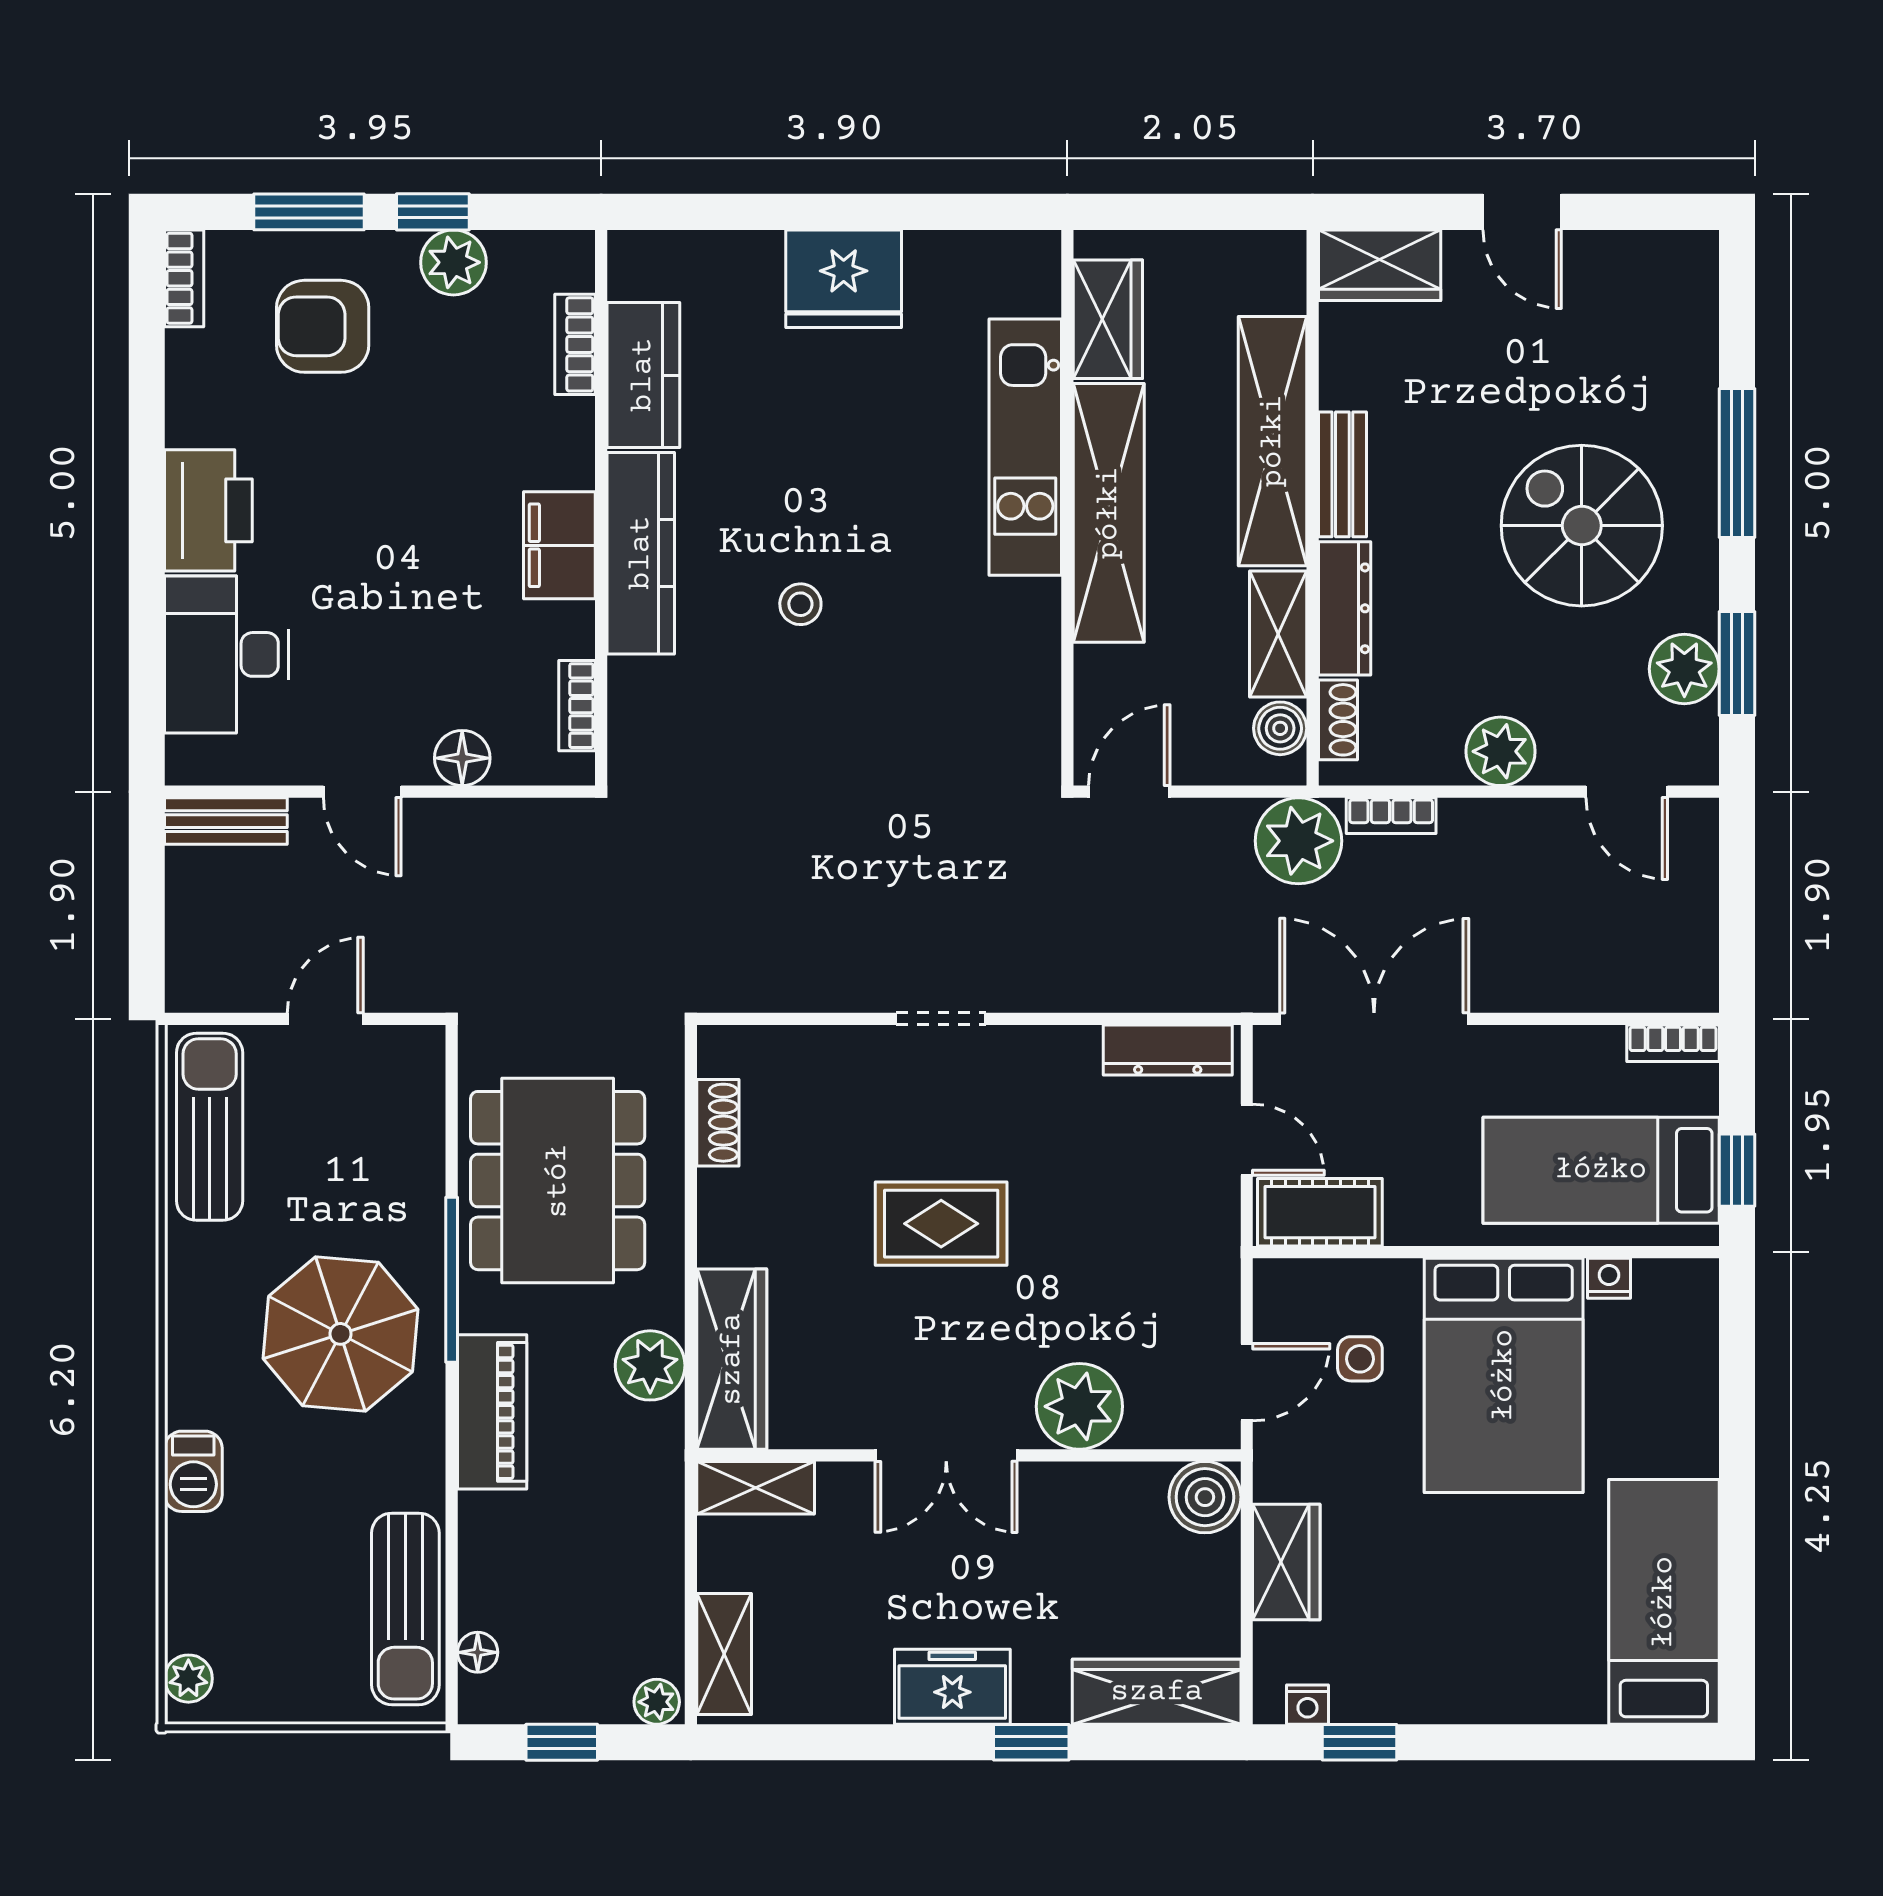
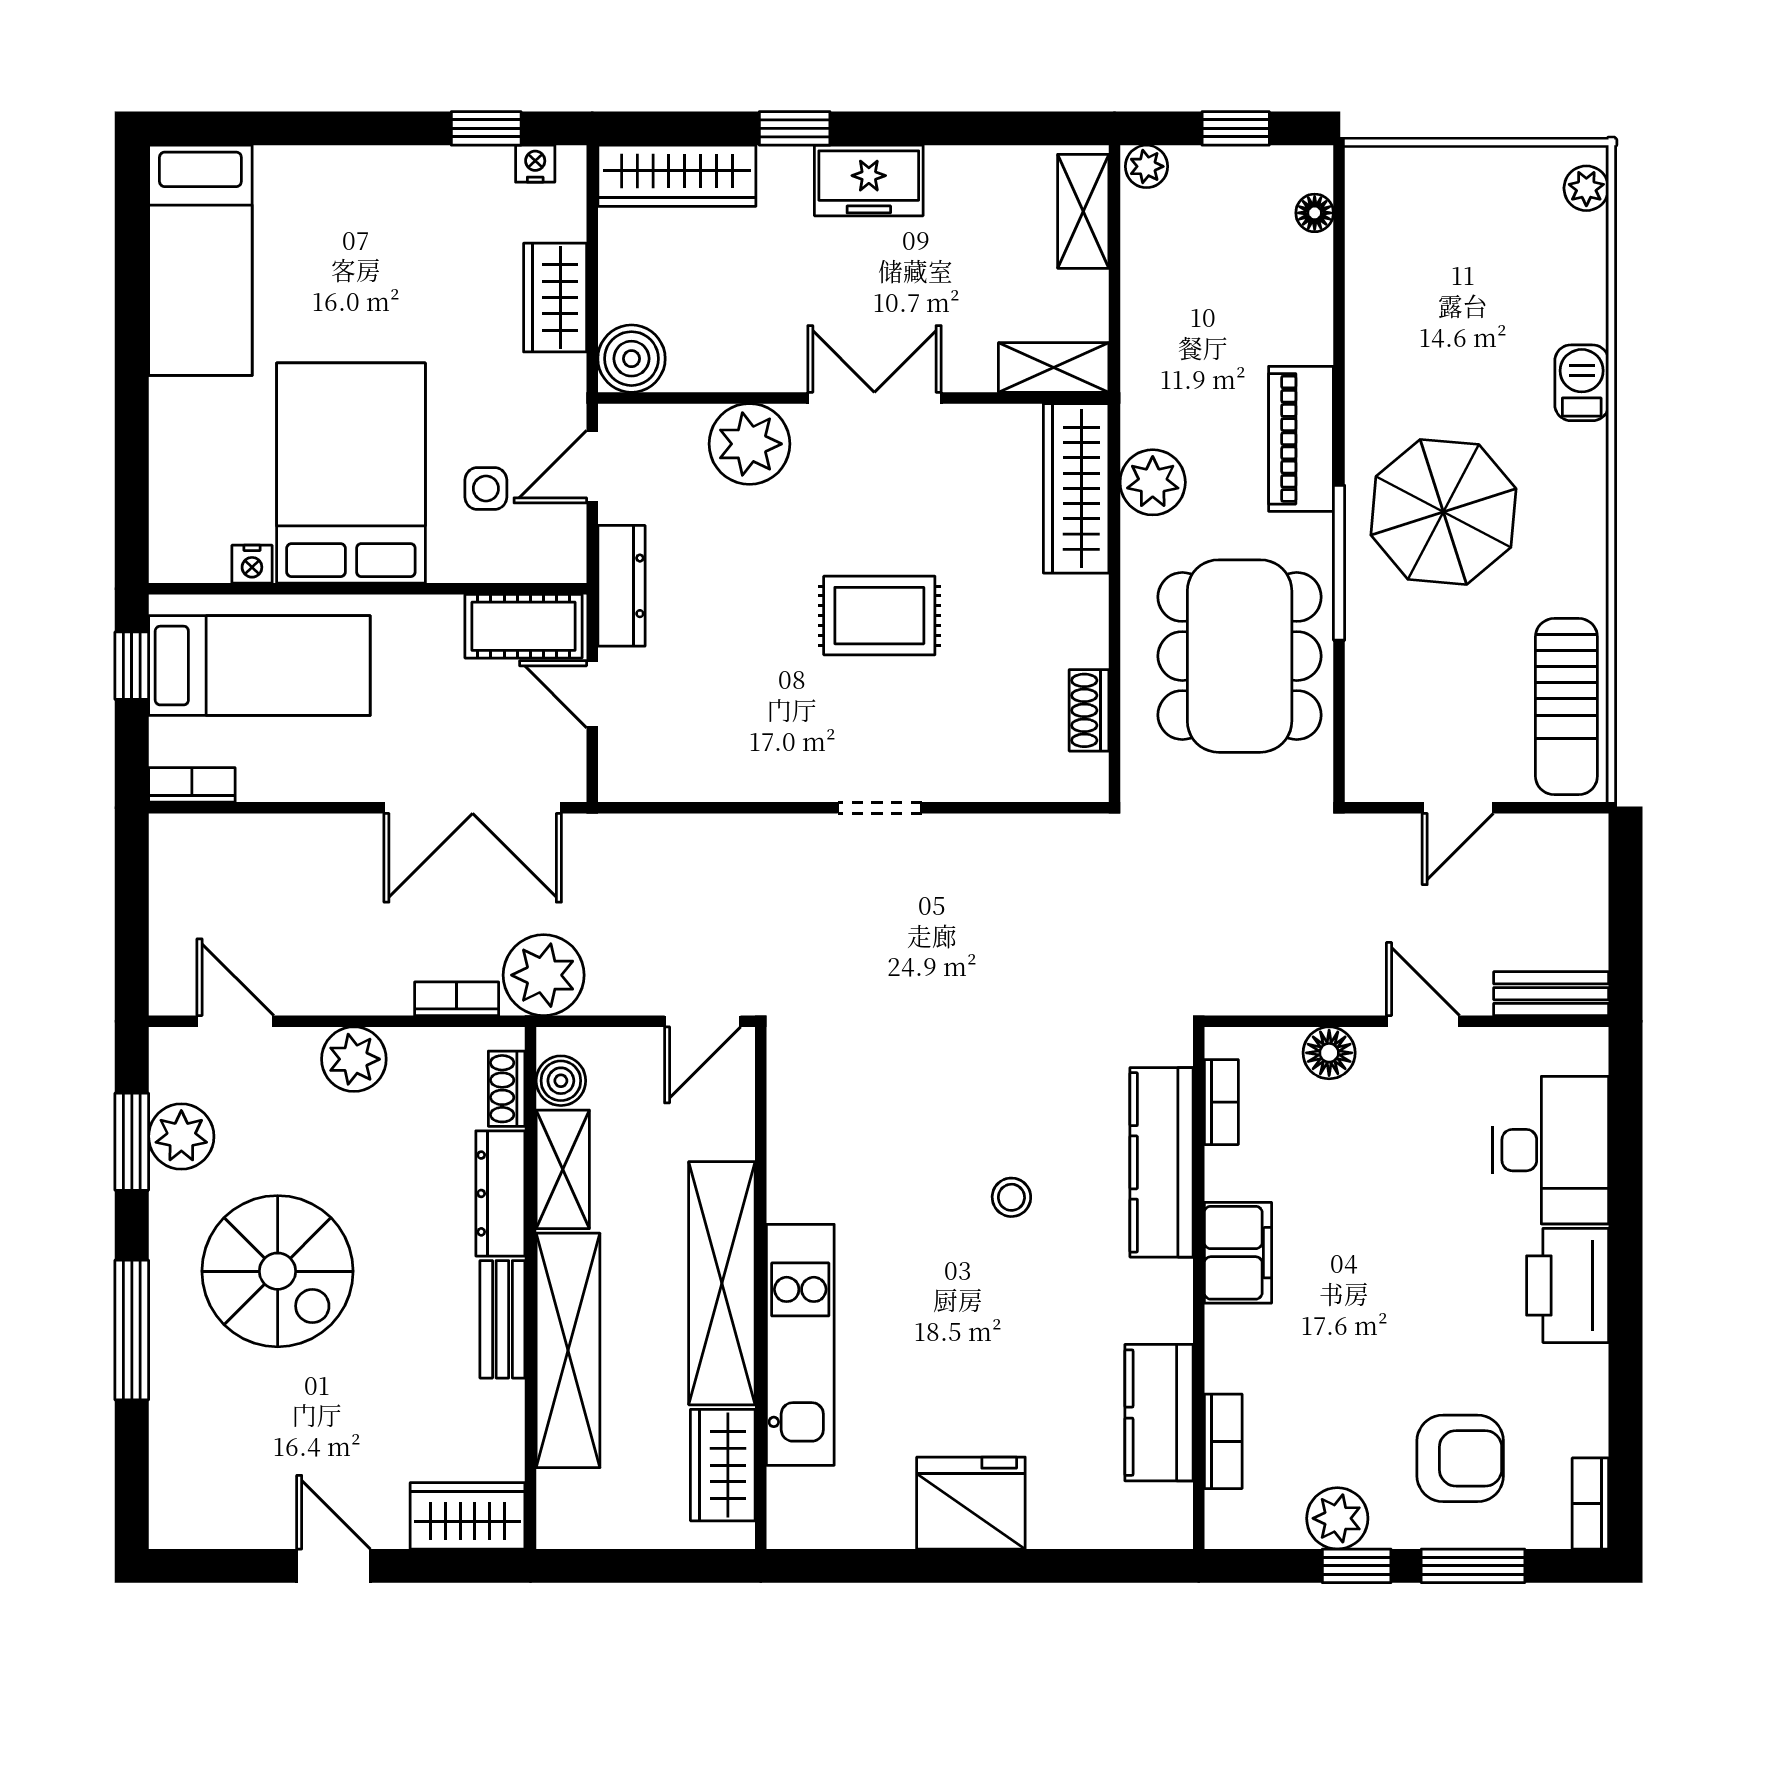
kitchen counter: (641, 553) -> (1161, 1162), moved
dresser: (1168, 1050) -> (621, 586), moved, turned 90
sun lounger: (405, 1609) -> (1383, 254), removed

